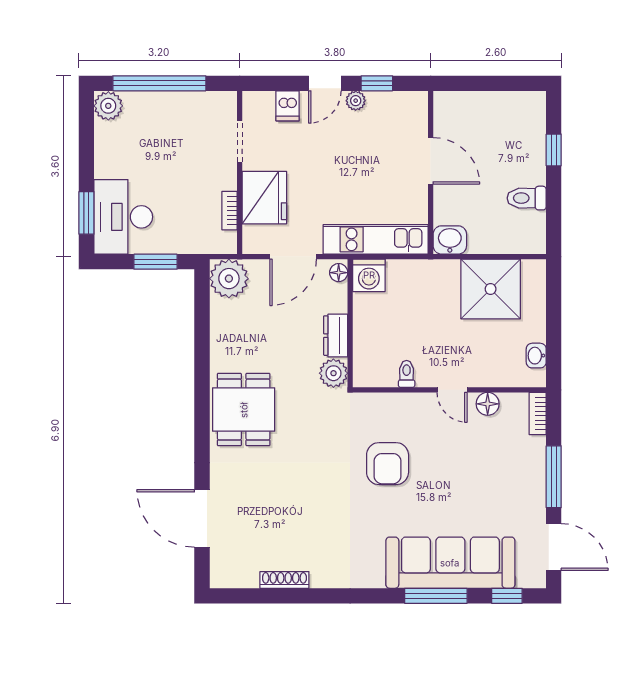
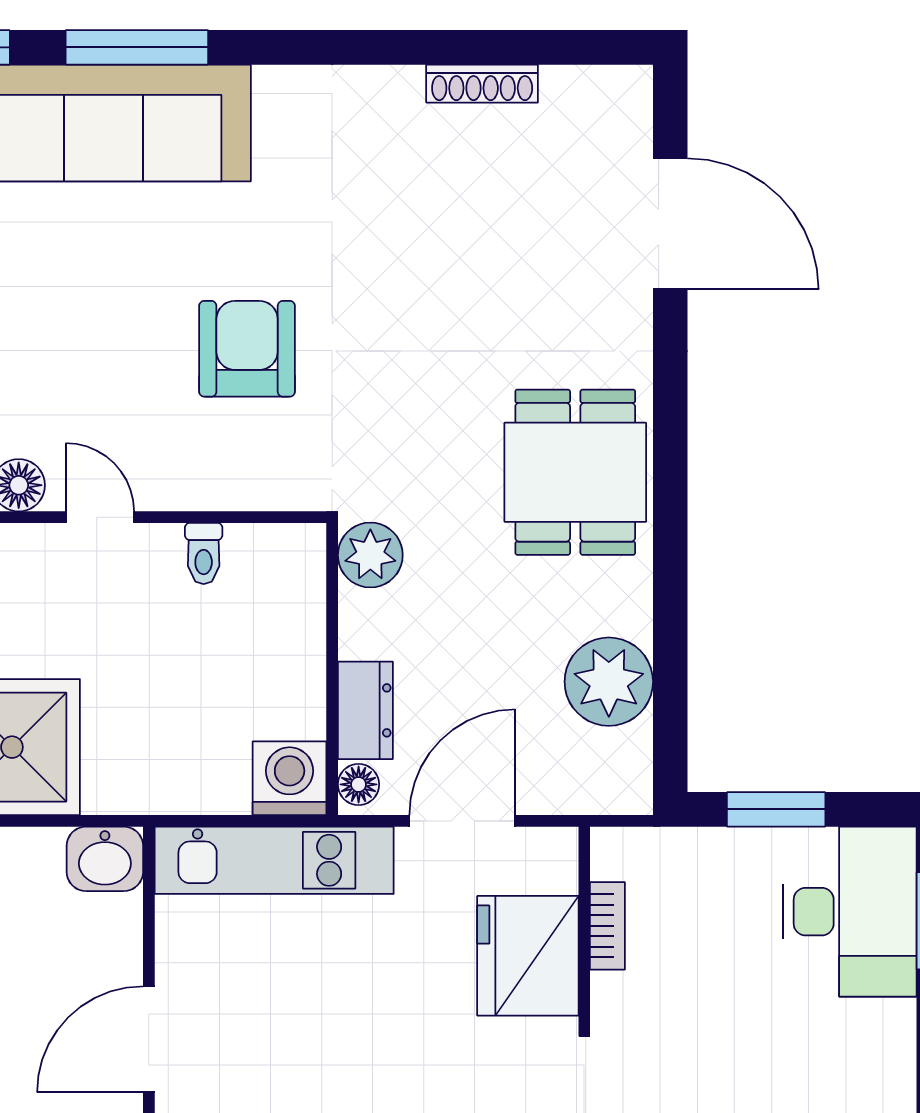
door: (431, 161) -> (149, 1039), hinge flipped
plant: (229, 279) -> (609, 682), moved
dresser: (336, 336) -> (365, 710), moved

